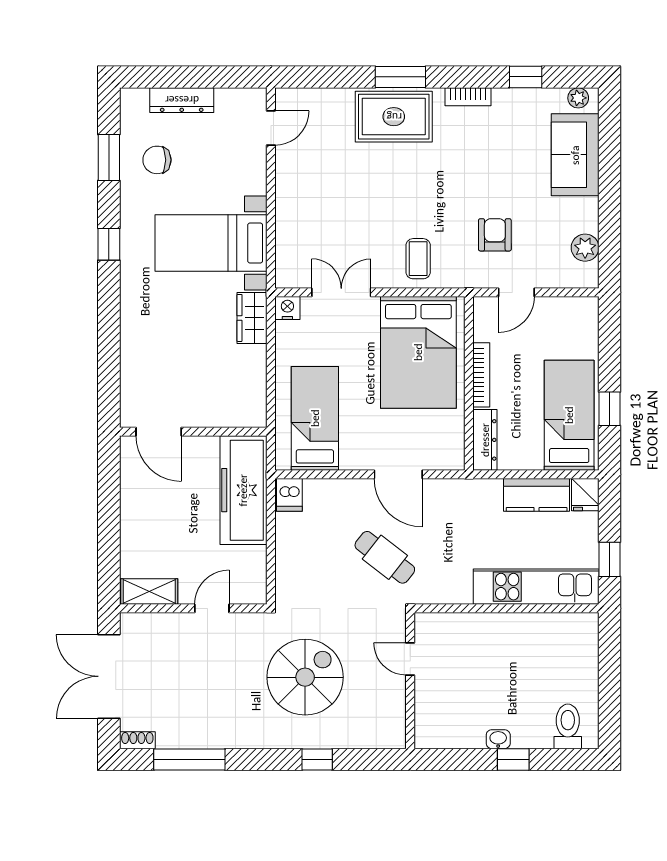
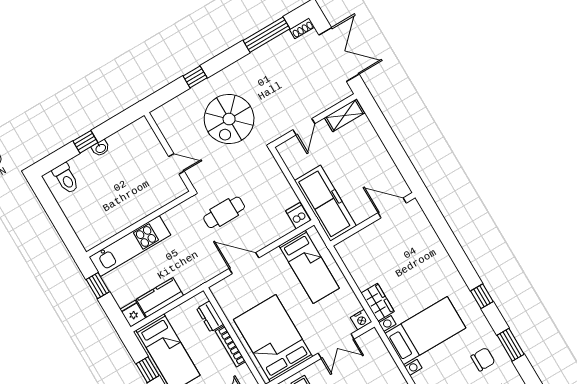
dresser: (485, 440) -> (210, 316), width x0.70
cafe table: (385, 557) -> (224, 212), turned -38

